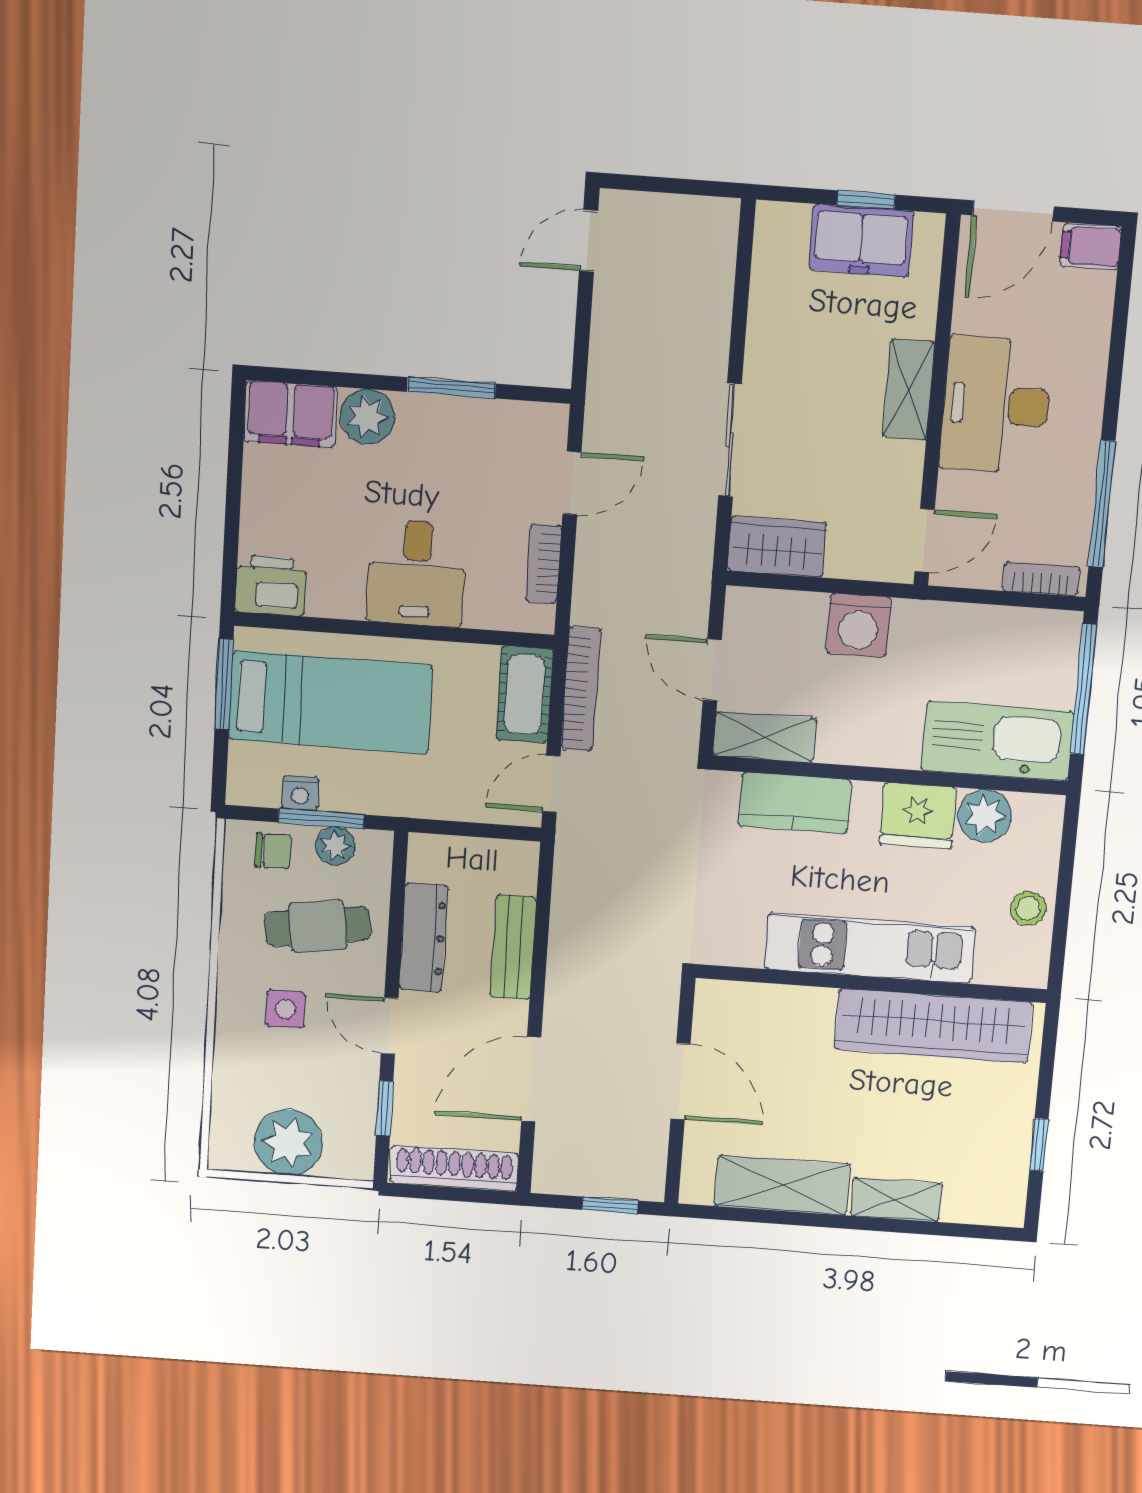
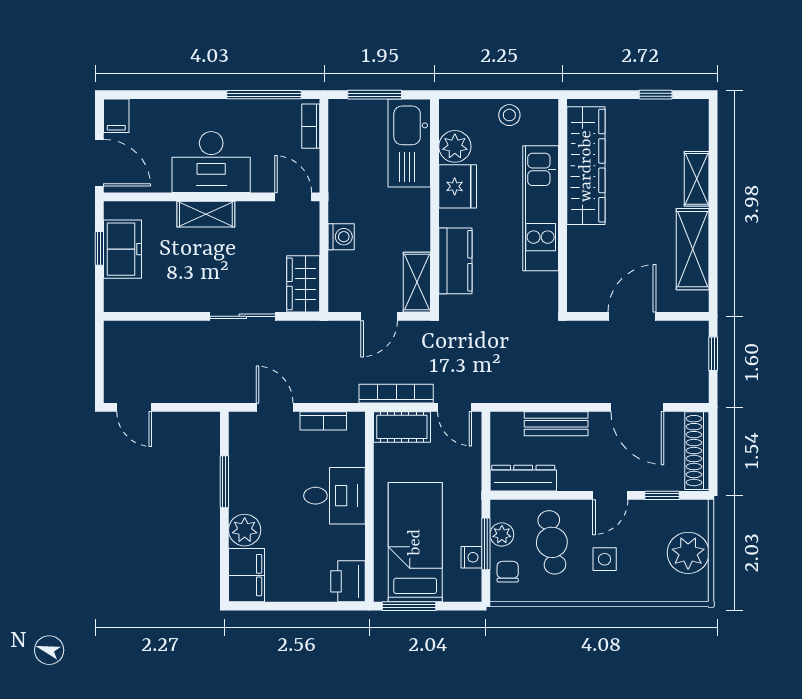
washing machine: (858, 625) -> (341, 237), width x0.73, depth x0.73
window: (1084, 689) -> (375, 95), width x0.69
dresser: (423, 937) -> (523, 478), moved

